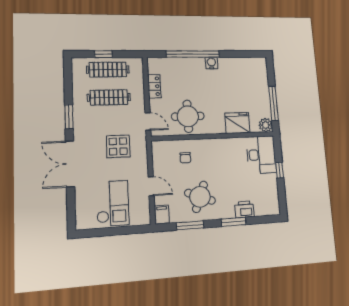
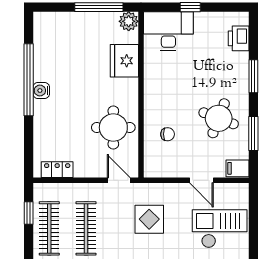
window: (103, 54) -> (29, 213), moved
window: (193, 54) -> (29, 80), moved
locker: (154, 86) -> (57, 170), moved
door: (148, 121) -> (119, 180), hinge flipped
door: (151, 186) -> (202, 180), swing flipped
printer: (244, 209) -> (239, 38), moved

